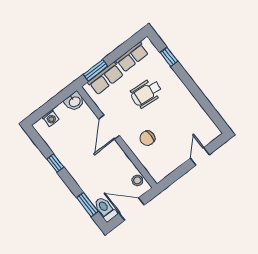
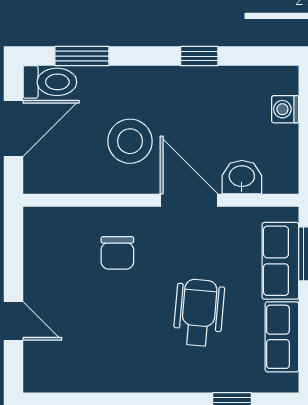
washbasin: (74, 101) -> (242, 177), moved, turned 90
chair: (147, 138) -> (117, 253), turned 180
stool: (137, 180) -> (130, 141), moved, width x1.89, depth x1.89

